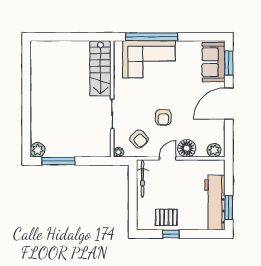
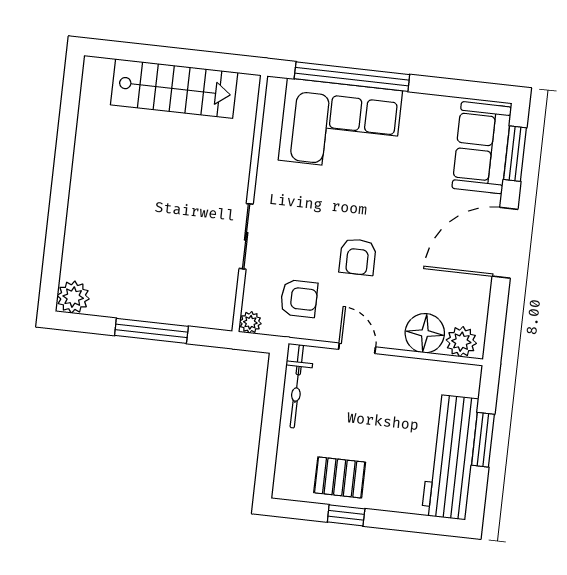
stairs: (100, 68) -> (174, 89), moved, turned -90
armchair: (139, 139) -> (299, 298), turned -48
floor lamp: (187, 148) -> (425, 333), moved
door: (168, 158) -> (357, 348), hinge flipped
window: (59, 161) -> (151, 331), moved
window: (229, 208) -> (483, 440), moved

